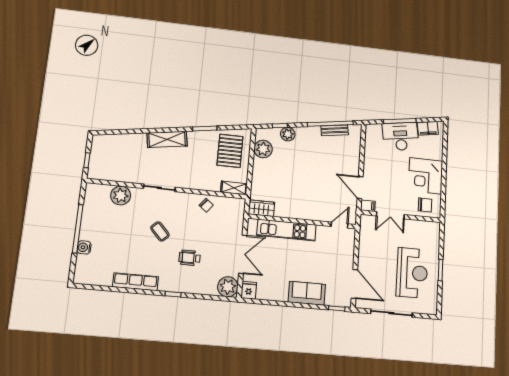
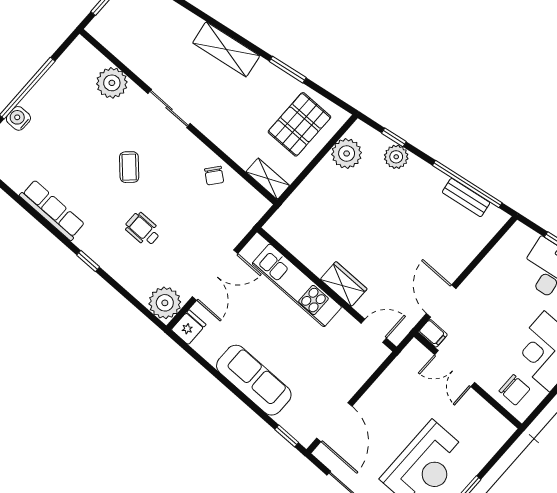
wardrobe: (261, 208) -> (344, 284), moved
sofa: (307, 293) -> (254, 380), width x1.36

